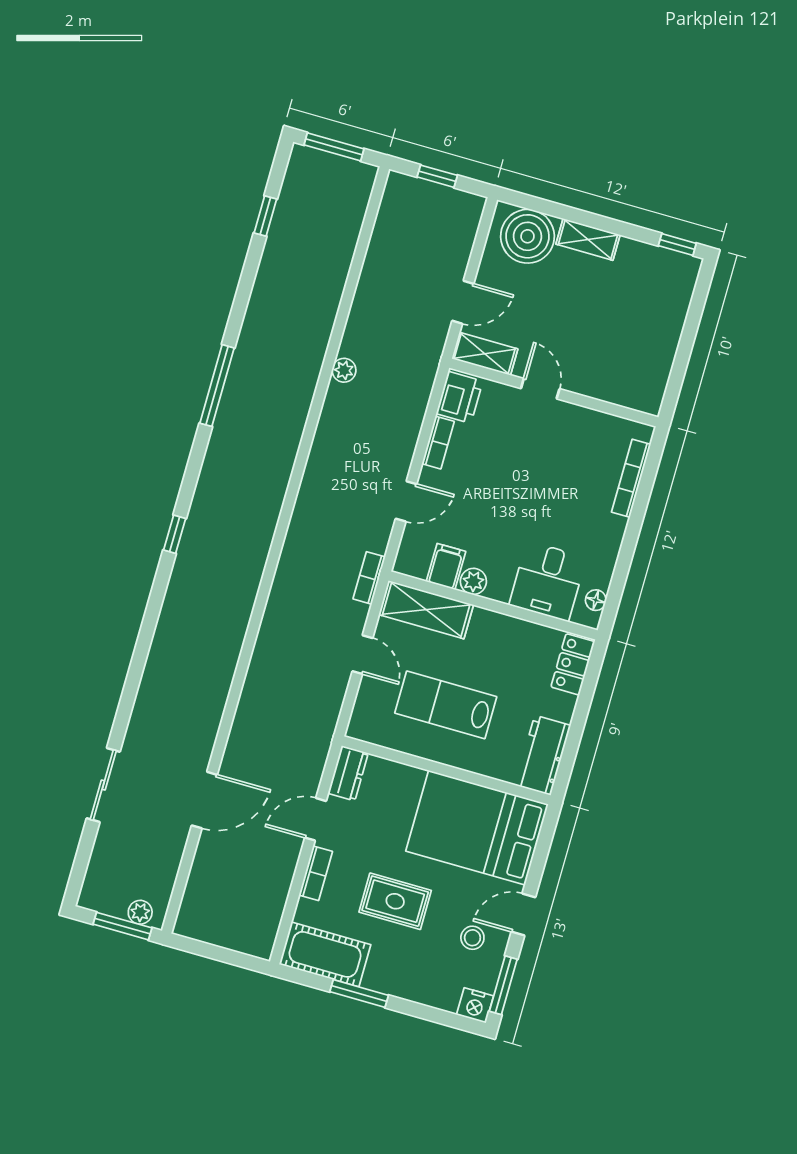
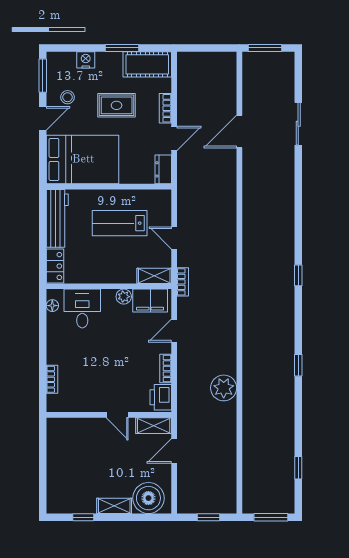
window: (677, 245) -> (83, 517), moved
plant: (344, 370) -> (224, 388), width x1.88, depth x1.88
window: (217, 386) -> (298, 365), width x0.46
bookcase: (631, 478) -> (52, 379), width x0.64
filing cabinet: (446, 566) -> (150, 301), width x2.00
shelving: (426, 610) -> (154, 276), width x0.67, depth x0.75
lab bench: (446, 705) -> (120, 223), turned 180
workbench: (543, 755) -> (57, 218), width x1.38
plant: (140, 912) -> (257, 59), removed
nightstand: (475, 1005) -> (86, 60), moved

